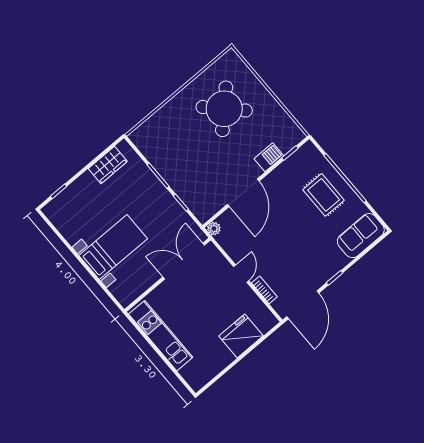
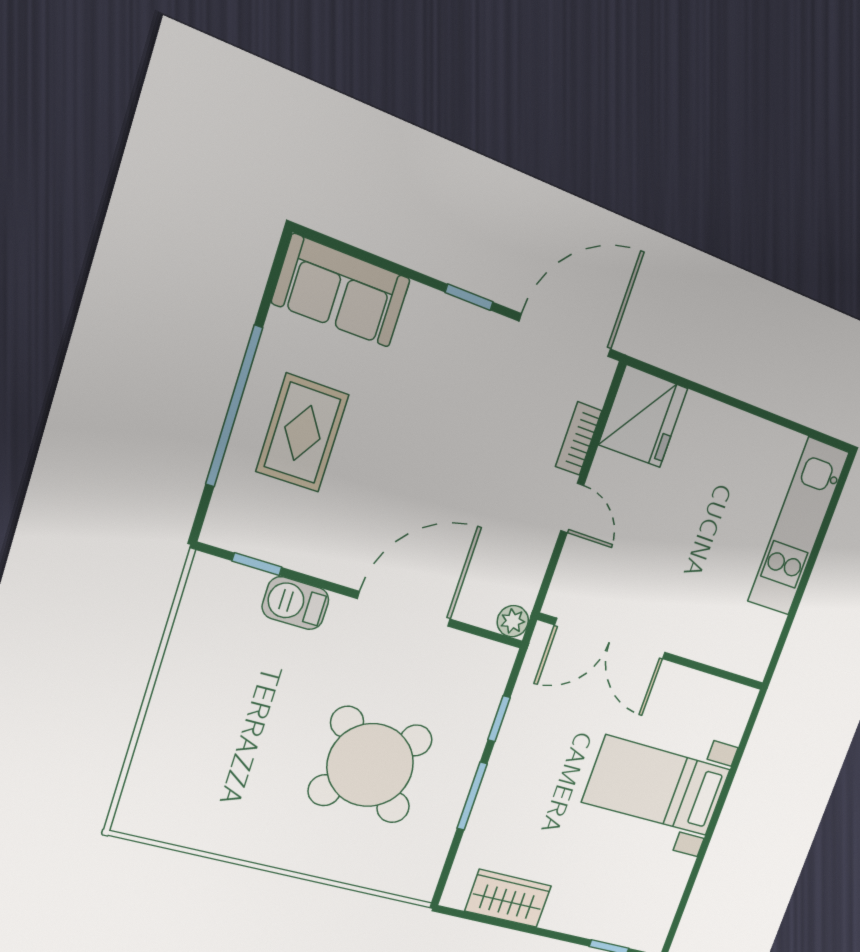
round table: (224, 109) -> (370, 765), moved
door: (241, 274) -> (572, 508), swing flipped
kitchen unit: (161, 336) -> (798, 527), moved
fridge: (241, 336) -> (643, 416), moved, turned -90

